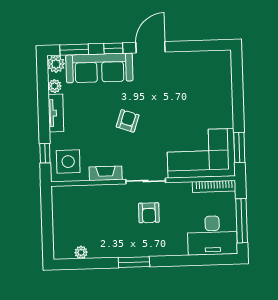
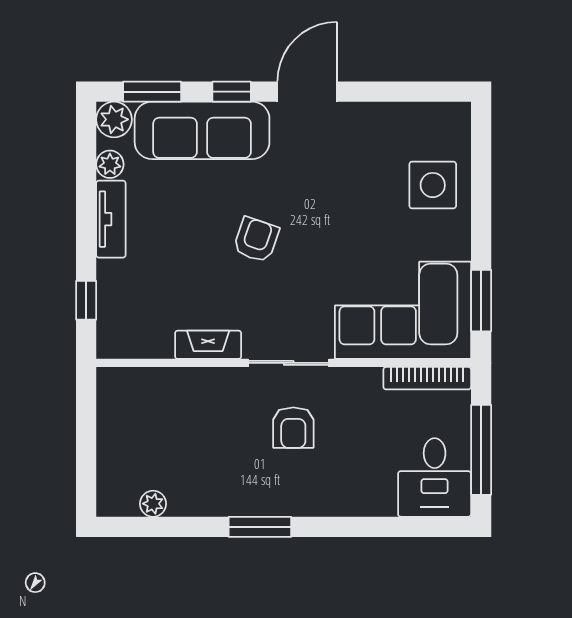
side table: (68, 162) -> (433, 185), moved
desk: (212, 235) -> (435, 477), width x0.73

